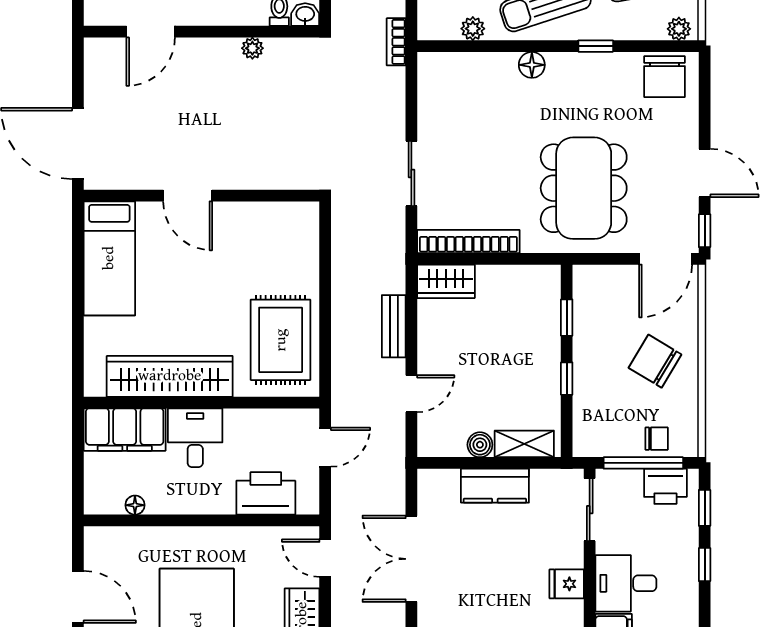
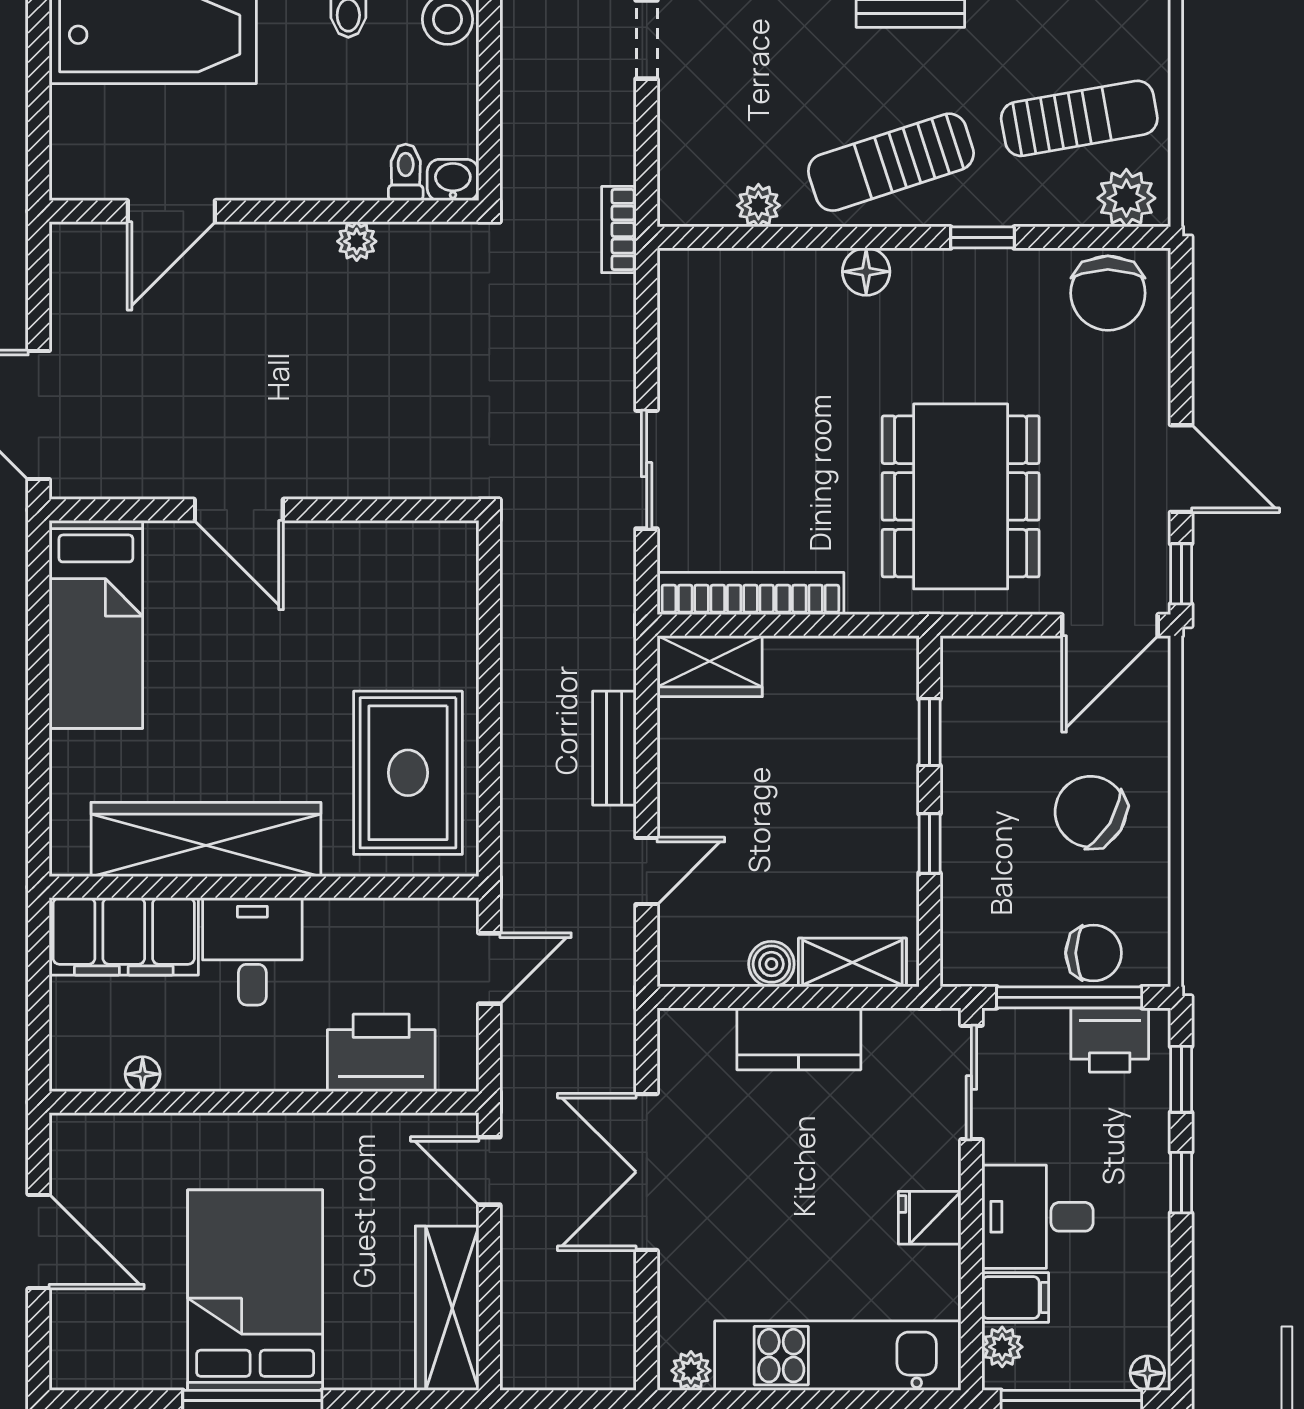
plant: (679, 29) -> (1126, 198), width x1.38, depth x1.38
chair: (657, 439) -> (1094, 953), width x1.37, depth x1.37

